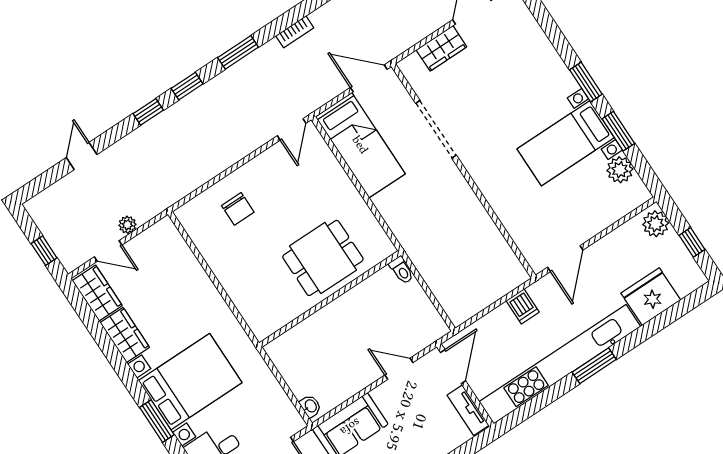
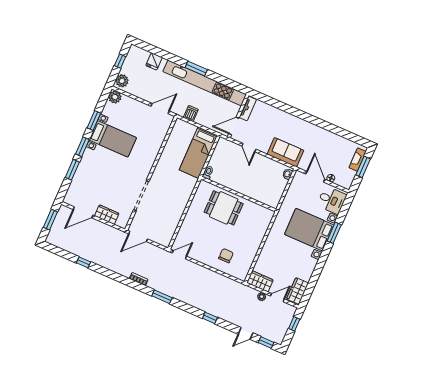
window: (557, 39) -> (72, 170), added
door: (369, 78) -> (138, 236), hinge flipped
window: (187, 86) -> (266, 343), moved
bed: (360, 145) -> (198, 153), moved, turned 180
plant: (620, 170) -> (115, 97), moved
door: (108, 251) -> (277, 298), hinge flipped
fridge: (651, 297) -> (154, 61), width x0.53, depth x0.75
wardrobe: (125, 335) -> (260, 281), moved, turned 90

